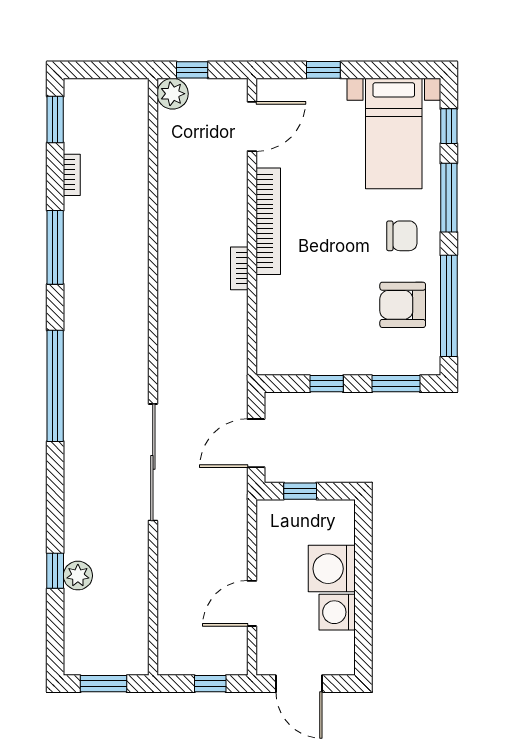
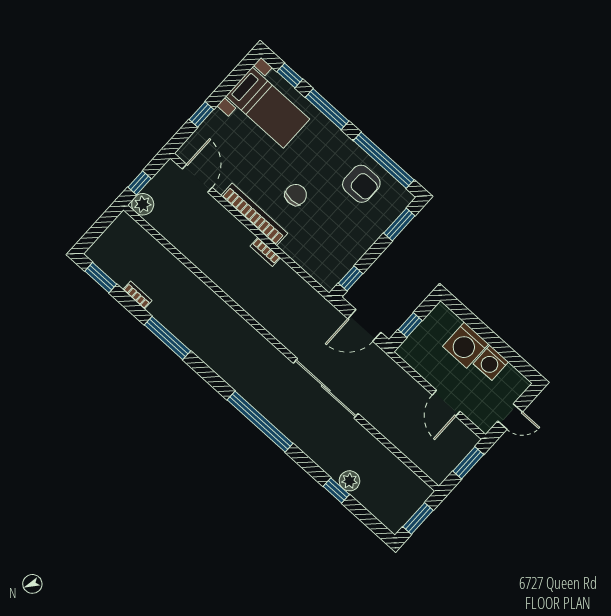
chair: (402, 236) -> (296, 195), moved
armchair: (403, 305) -> (361, 184), turned -90
window: (327, 384) -> (351, 278), moved
window: (55, 386) -> (260, 422), moved
door: (256, 443) -> (364, 325), hinge flipped
window: (210, 684) -> (468, 463), width x1.50
door: (299, 684) -> (510, 416), width x0.73

